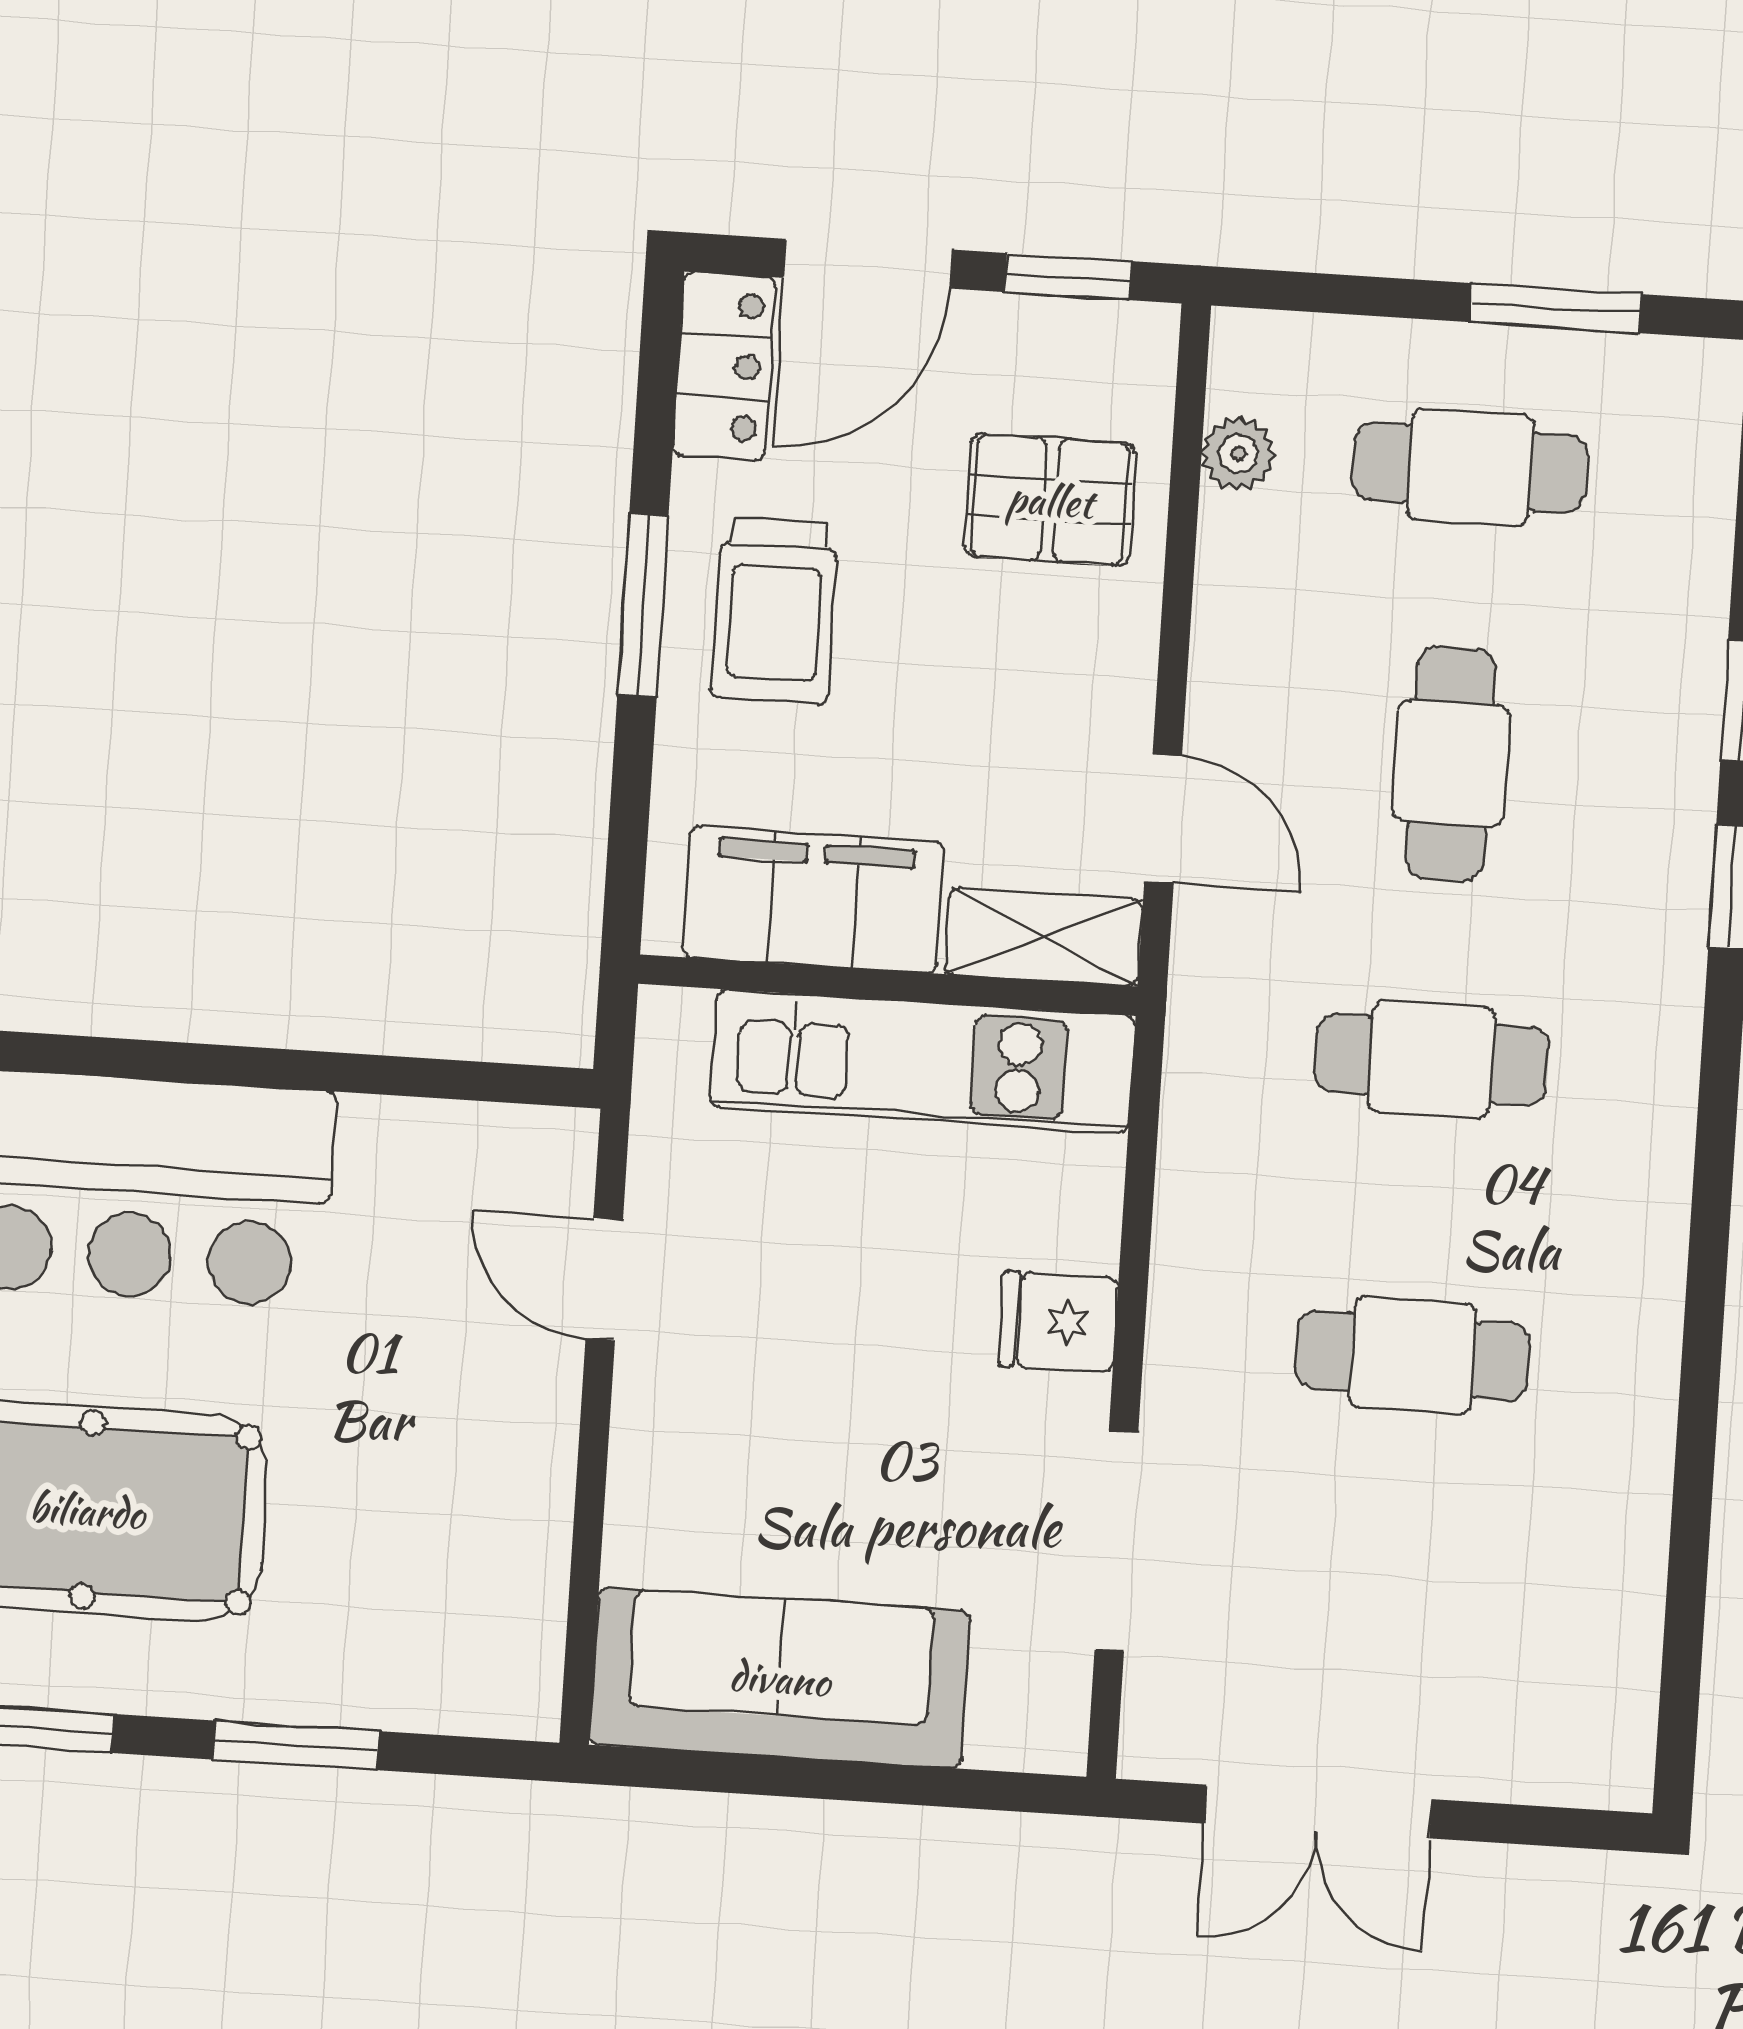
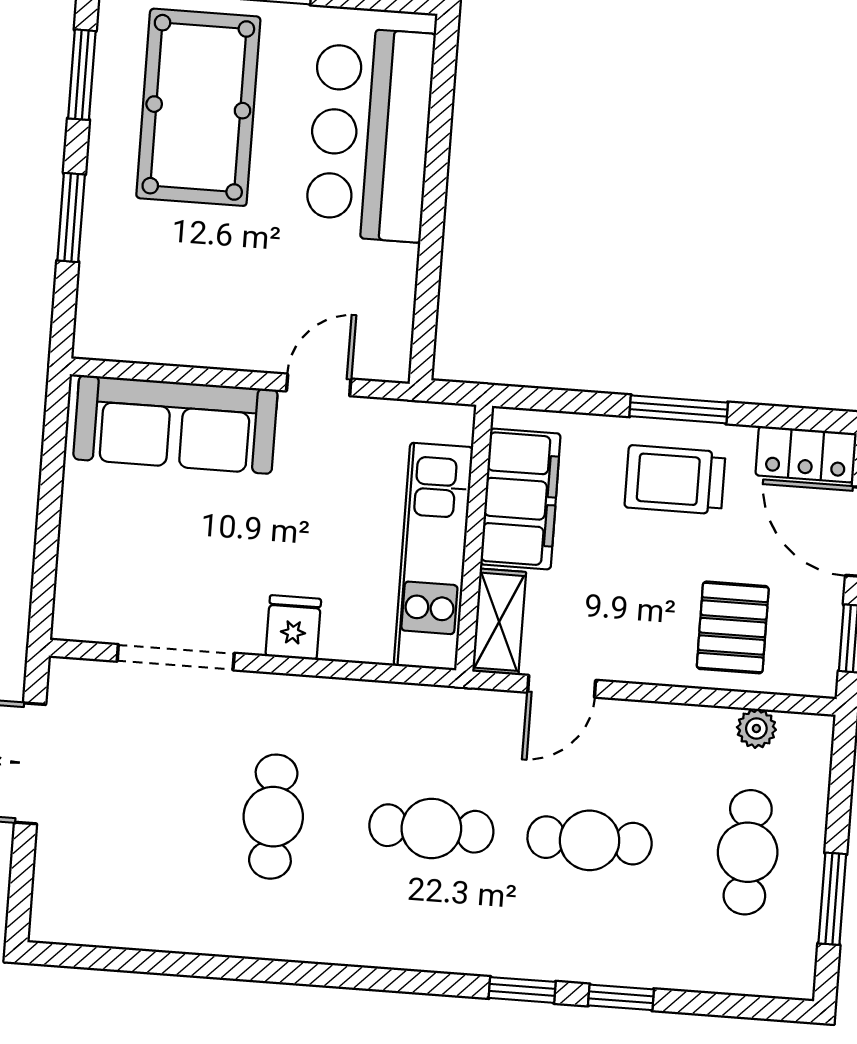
cafe table: (1432, 1060) -> (431, 828), turned 90
sofa: (780, 1678) -> (175, 424), moved, turned 90

